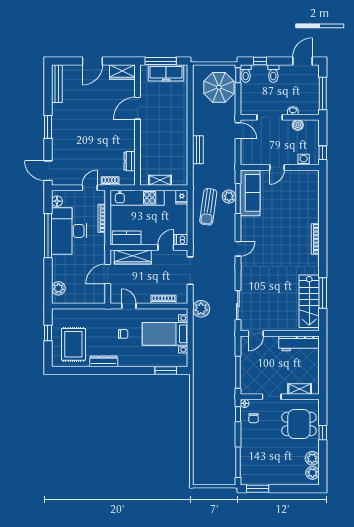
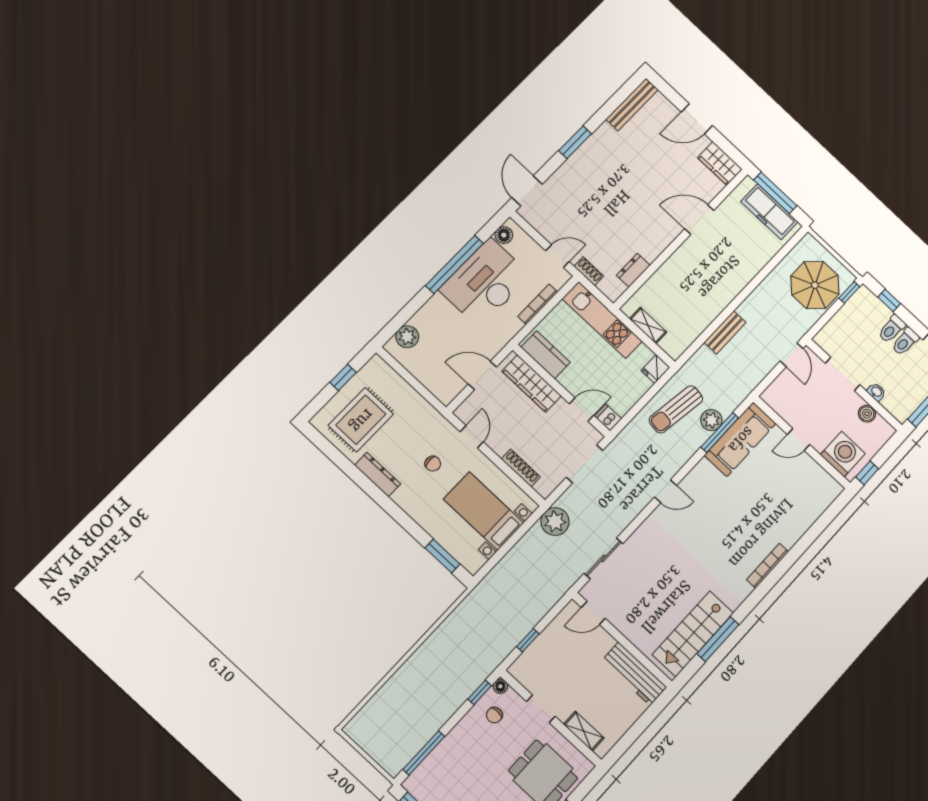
toilet: (246, 74) -> (905, 342), moved
washing machine: (304, 160) -> (843, 454), width x1.89, depth x1.89
window: (238, 372) -> (528, 640), width x0.46

